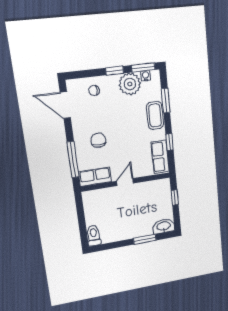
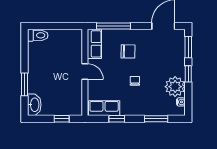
window: (143, 68) -> (188, 47), moved
chair: (94, 91) -> (135, 81), moved
coffee table: (155, 115) -> (144, 107), removed

